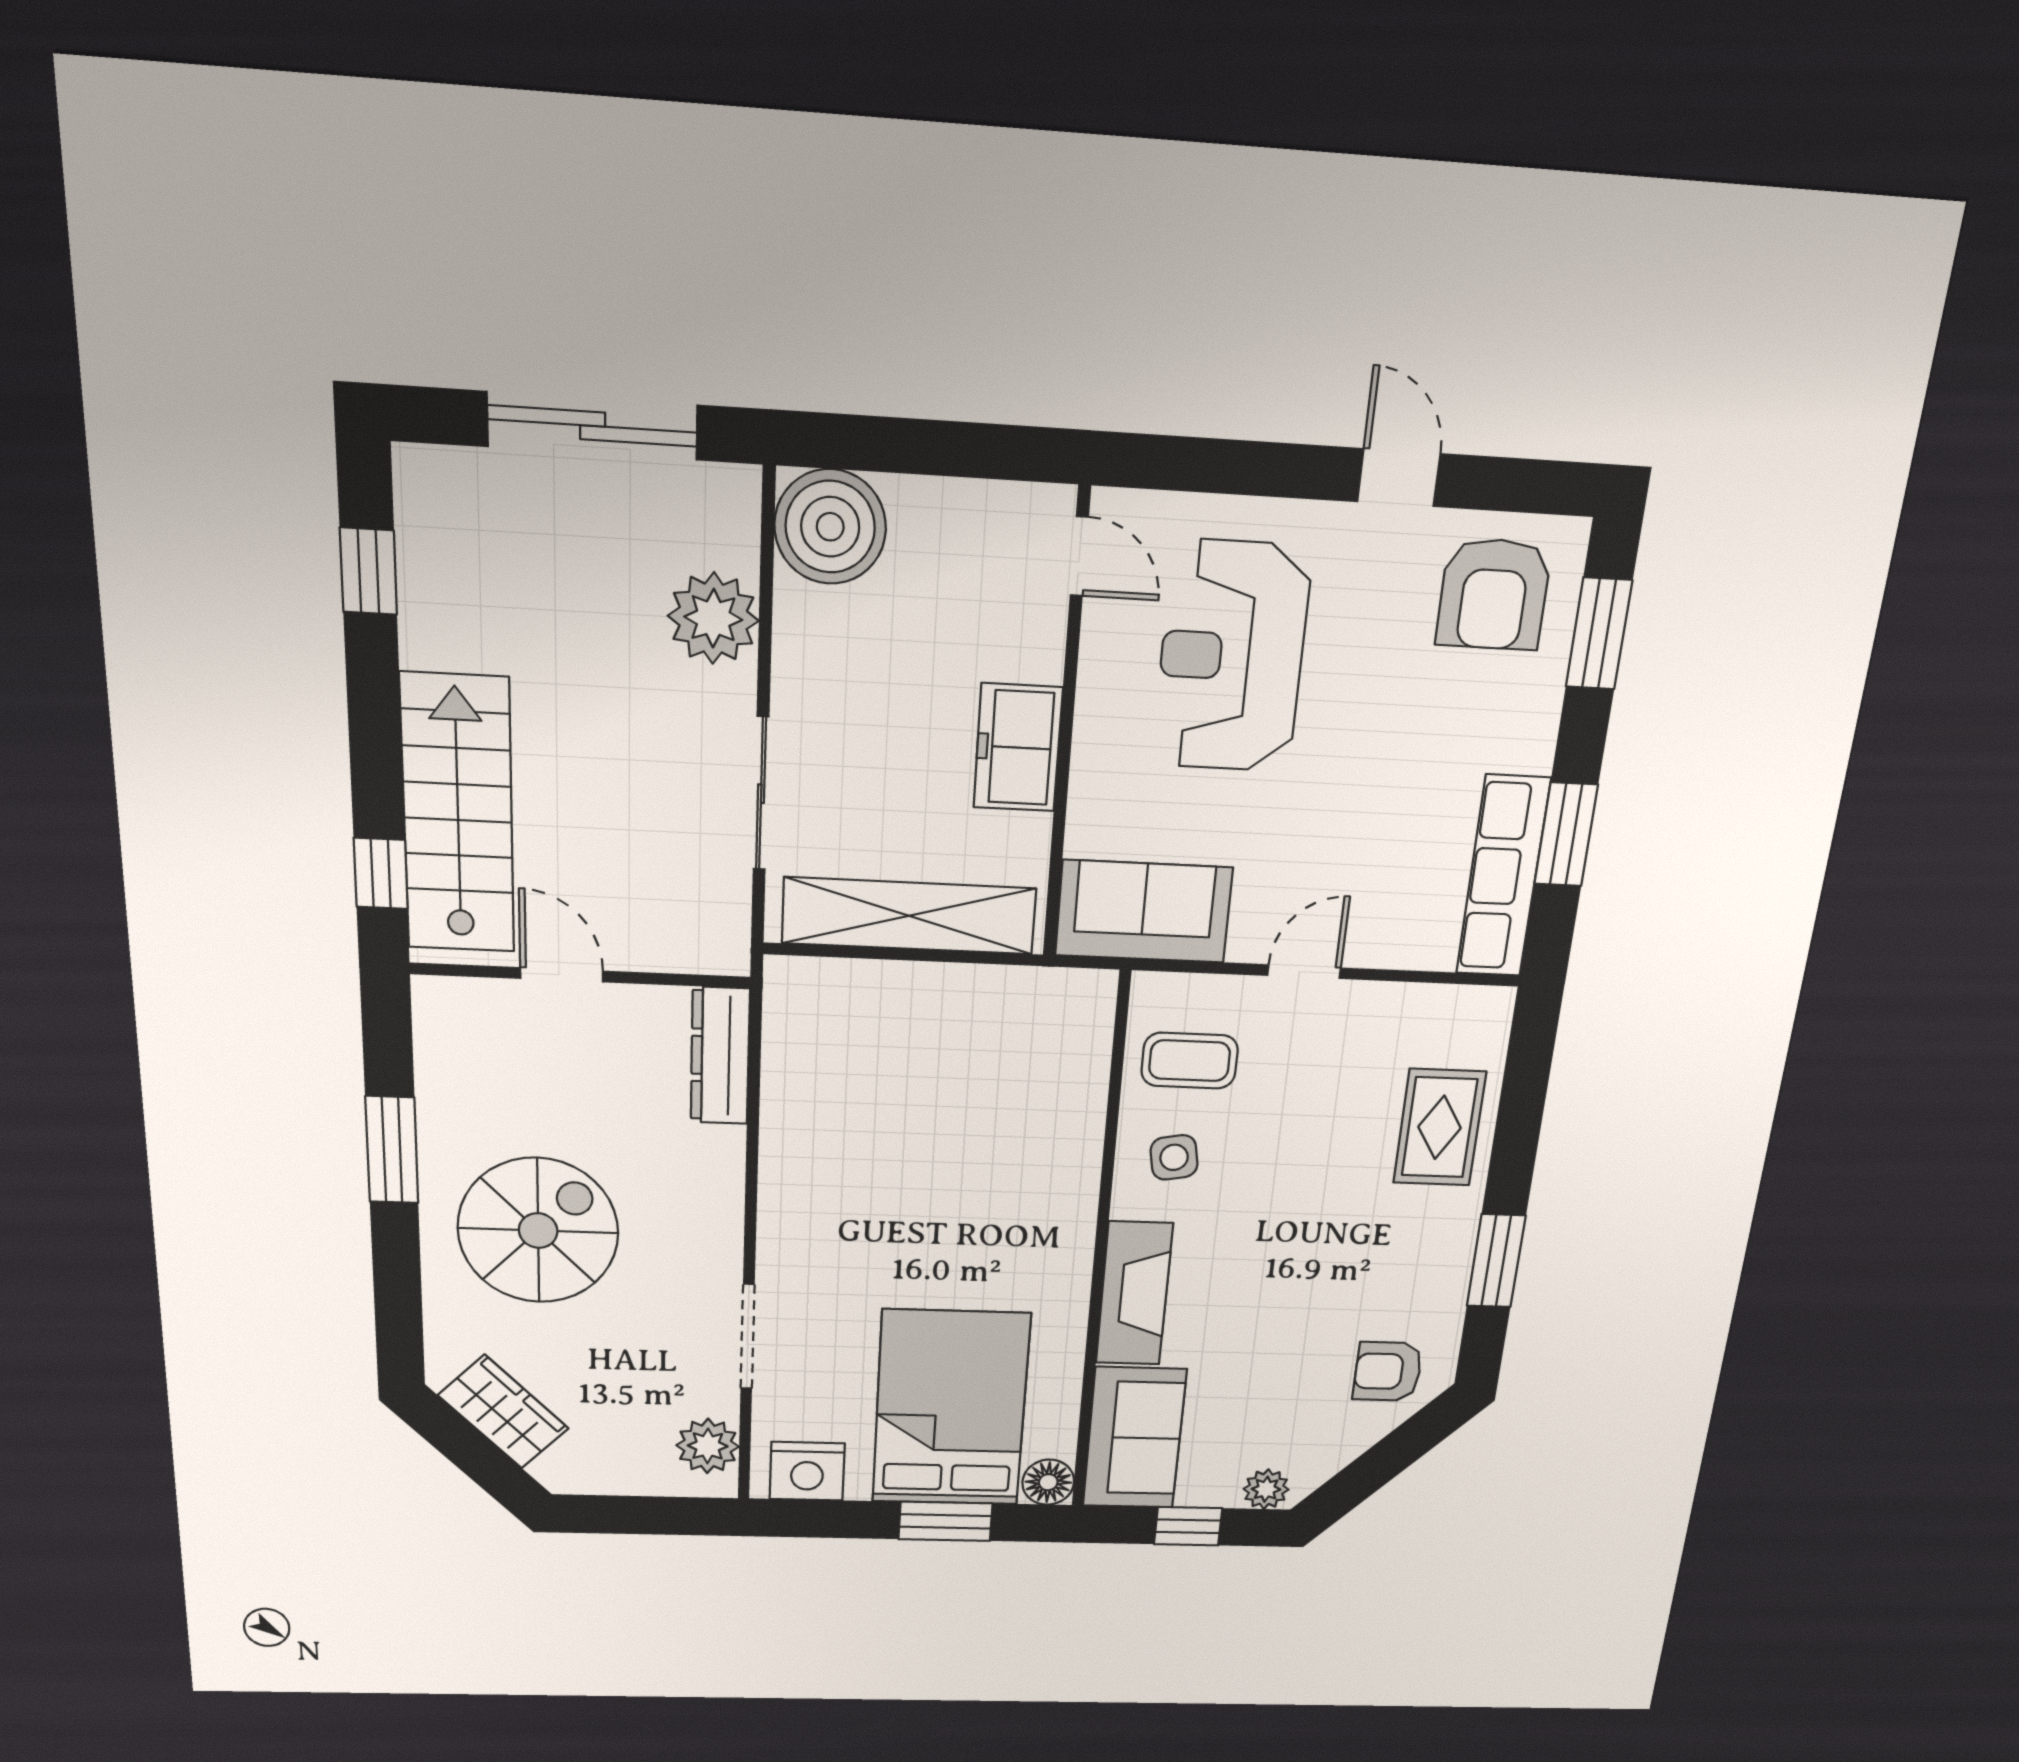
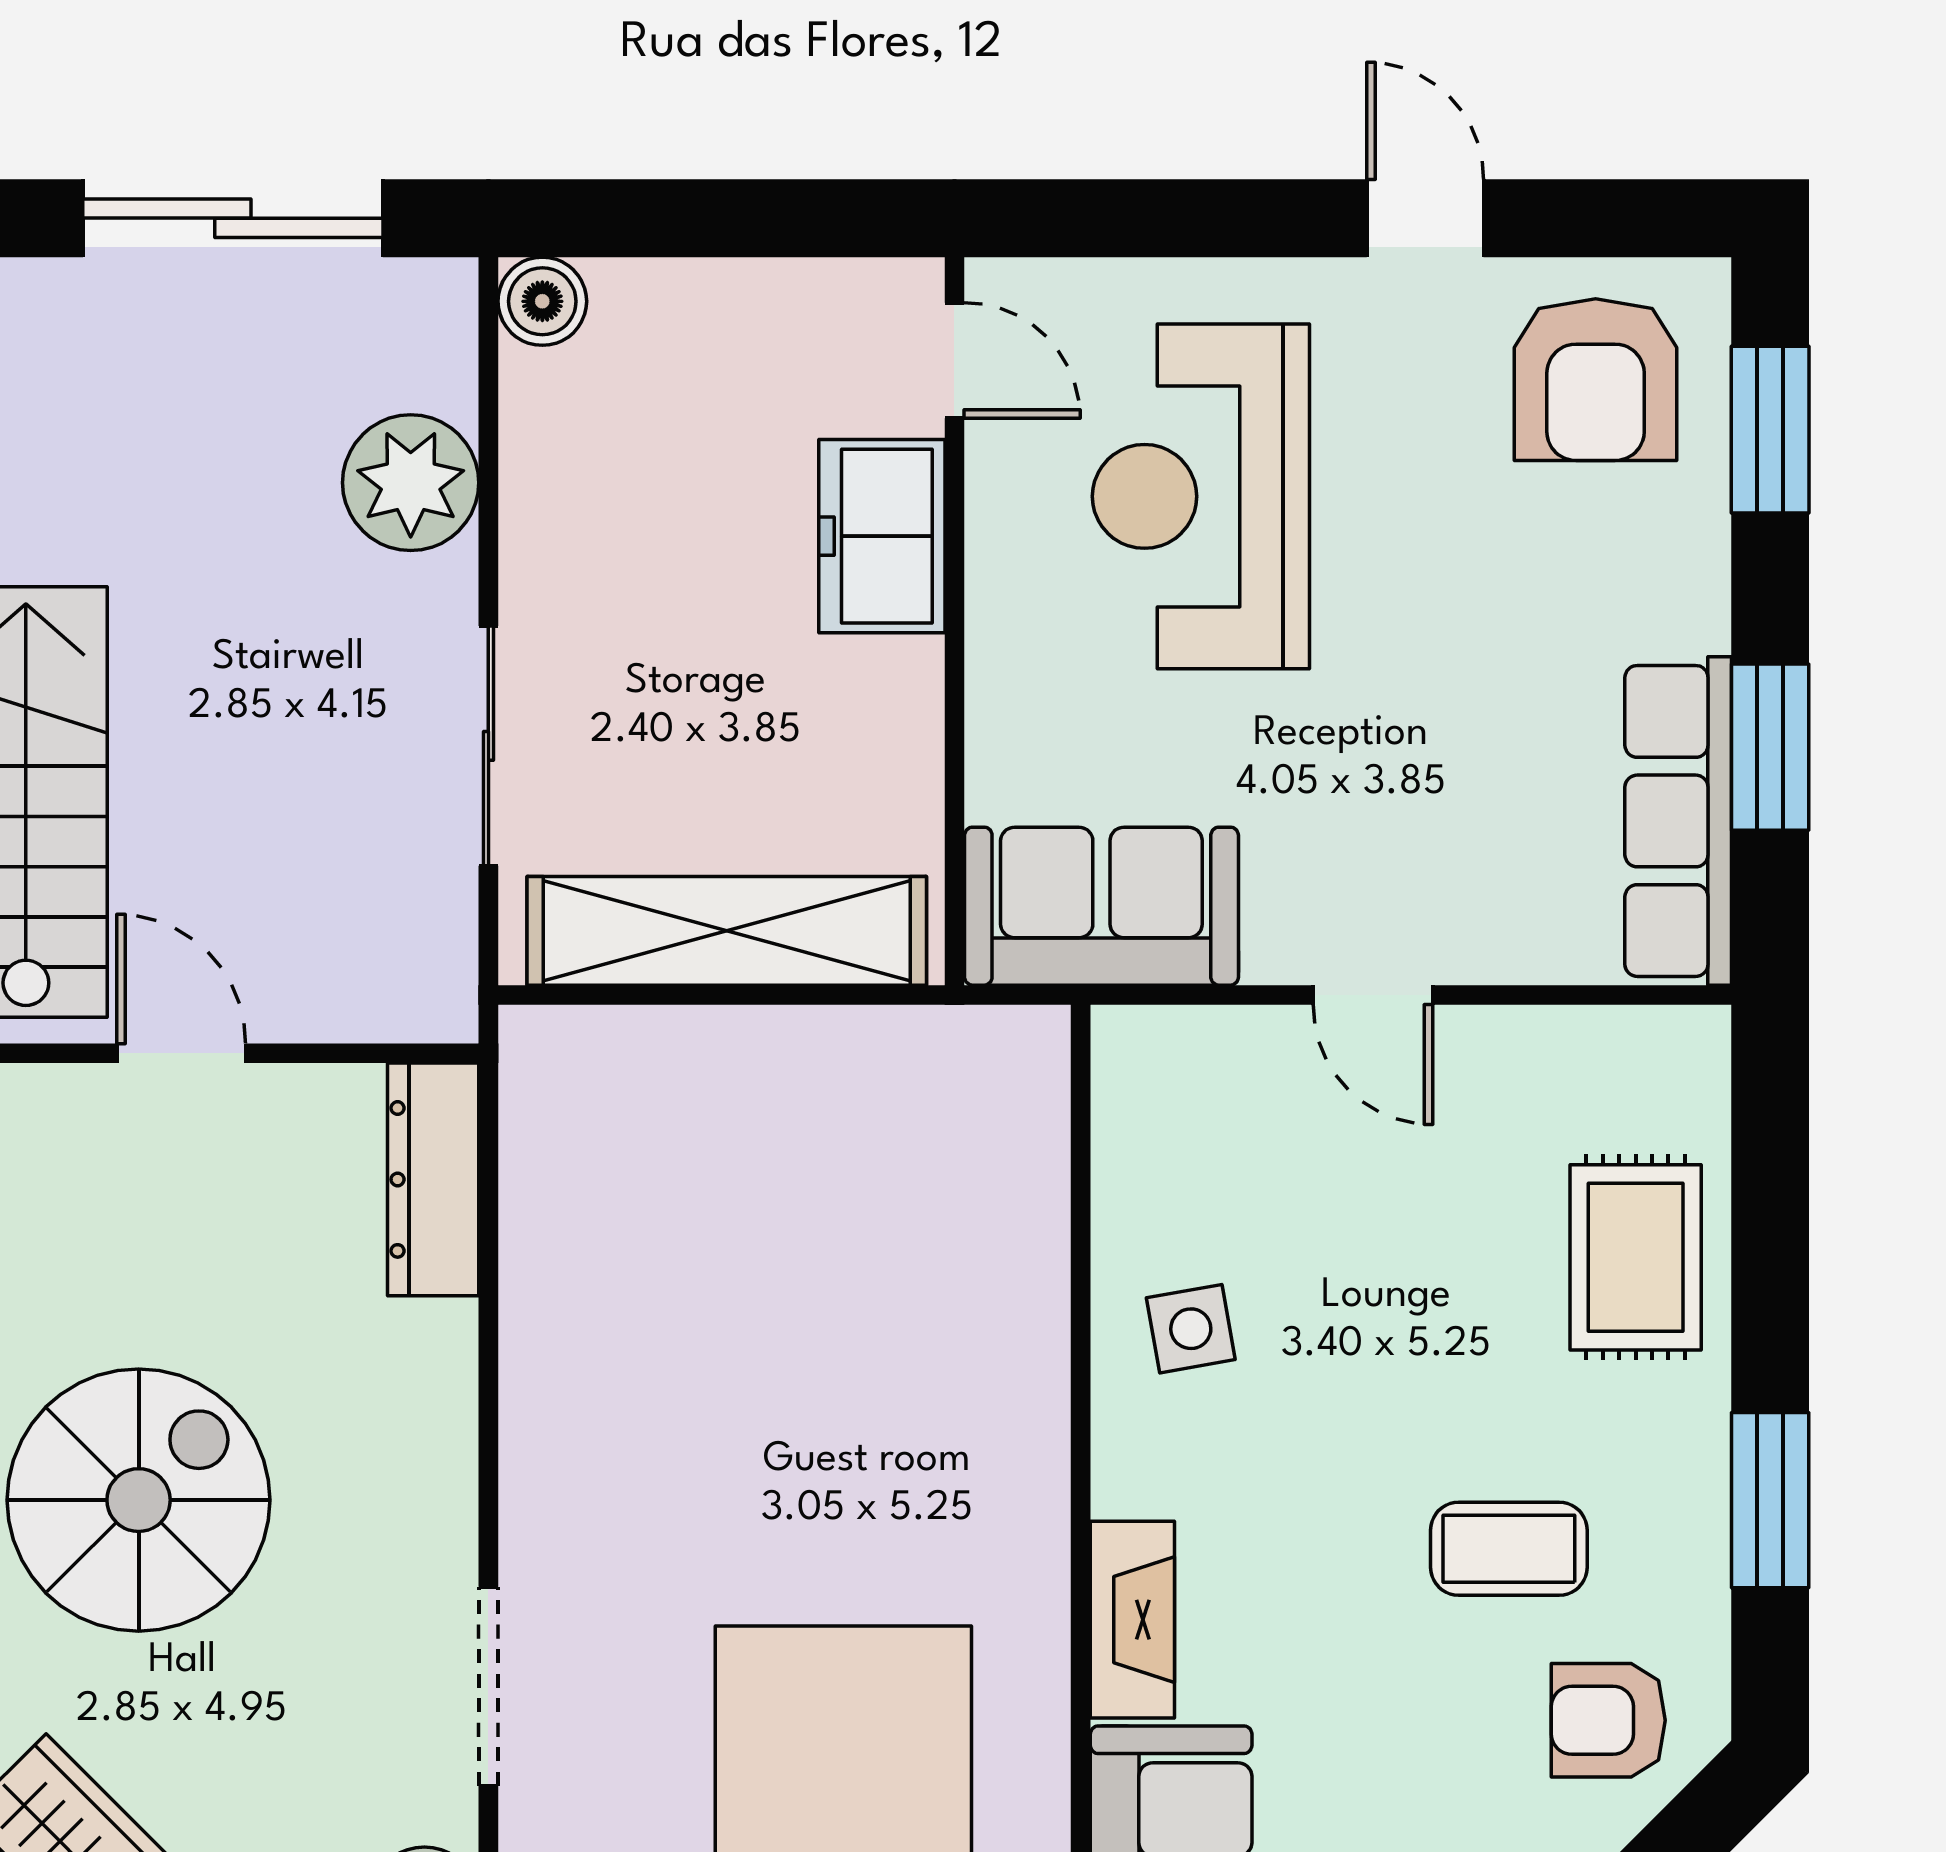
boiler: (830, 527) -> (542, 301), width x0.54, depth x0.54
freezer: (1018, 748) -> (882, 536), moved
door: (1304, 972) -> (1373, 995), swing flipped
coffee table: (1190, 1061) -> (1509, 1549), moved
fireplace: (1134, 1293) -> (1132, 1620), width x0.73, depth x0.76

